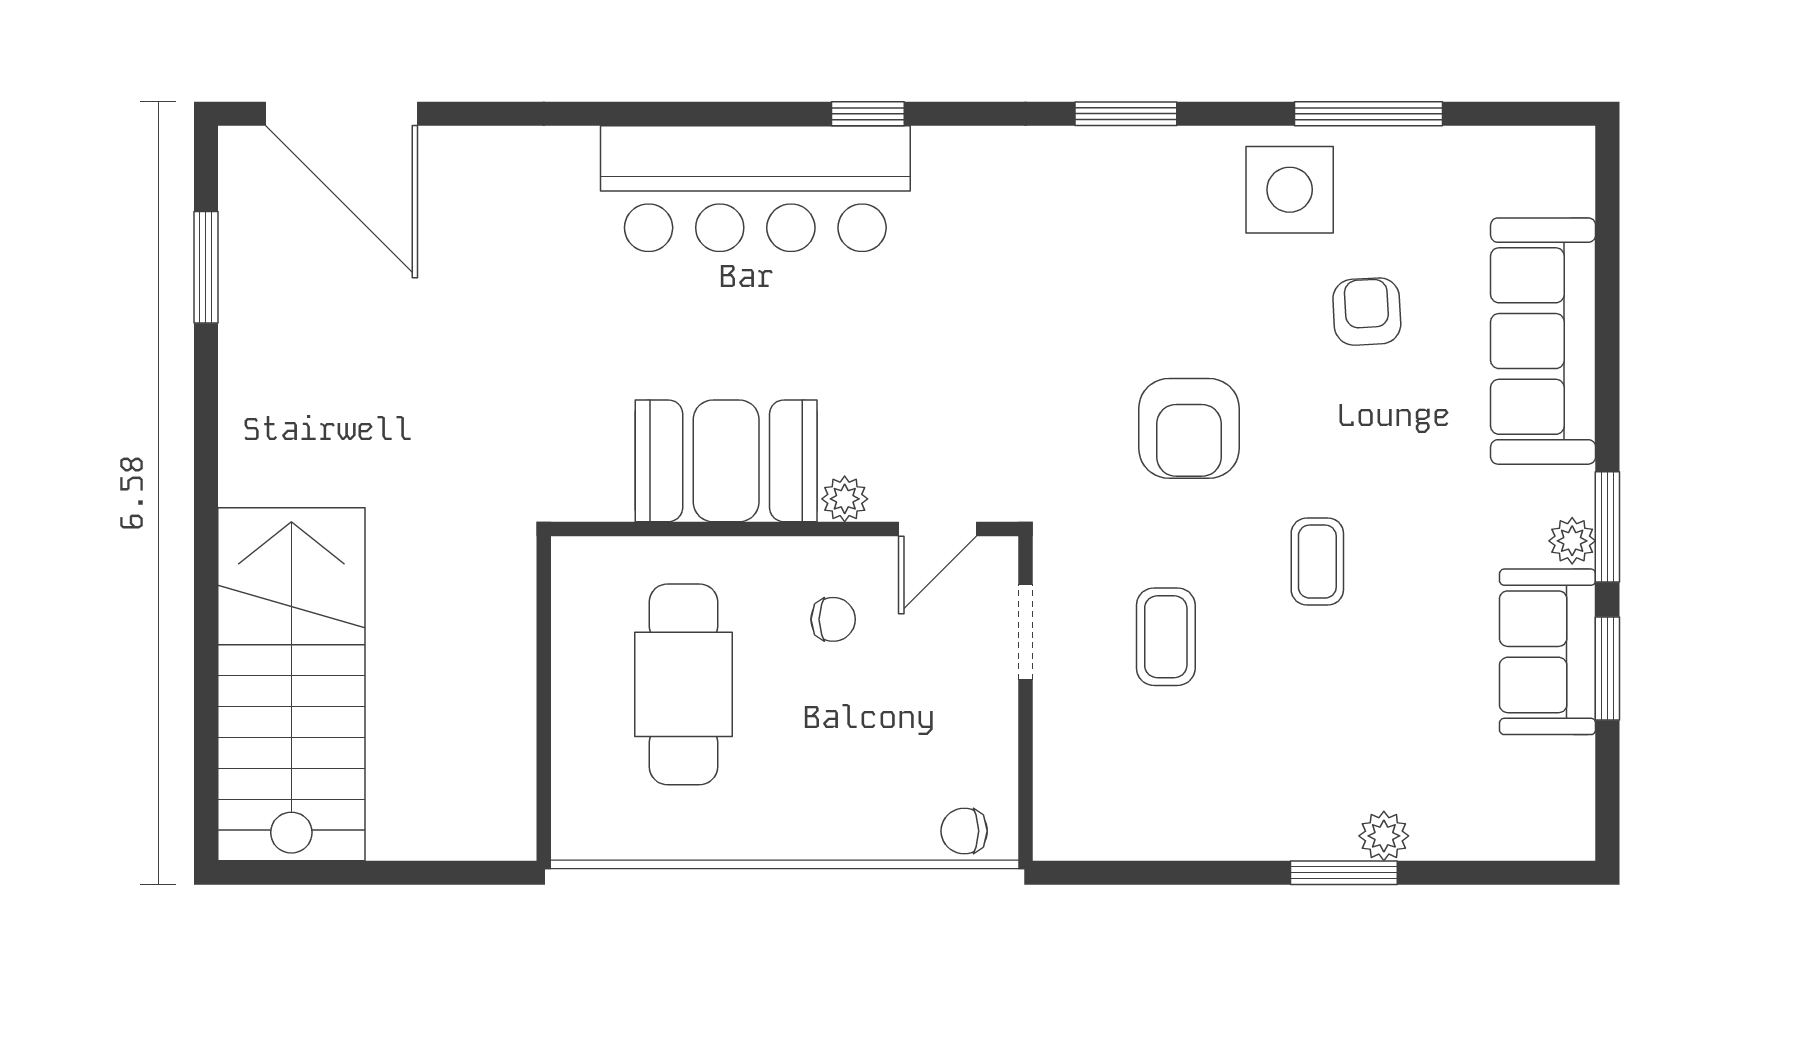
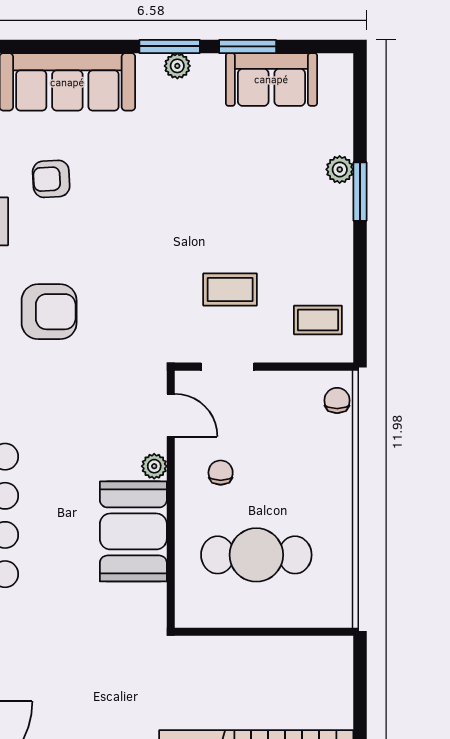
armchair: (1189, 428) -> (49, 312), moved
coffee table: (1317, 562) -> (318, 320), moved
sofa: (1548, 652) -> (271, 79), moved
chair: (964, 831) -> (337, 400), turned 180

